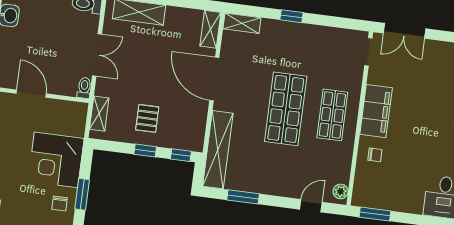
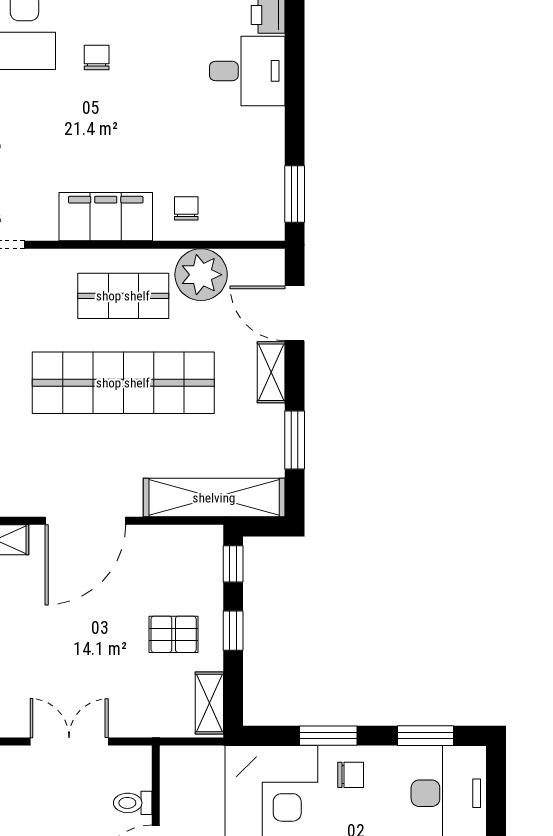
toilet: (84, 88) -> (133, 803), moved
shop shelf: (286, 109) -> (123, 383), width x1.40
shelving: (99, 114) -> (209, 703), moved, turned 90
shelving: (281, 189) -> (271, 372), added
plant: (341, 191) -> (201, 275), moved, width x1.88, depth x1.88
door: (311, 206) -> (295, 313), width x1.37

